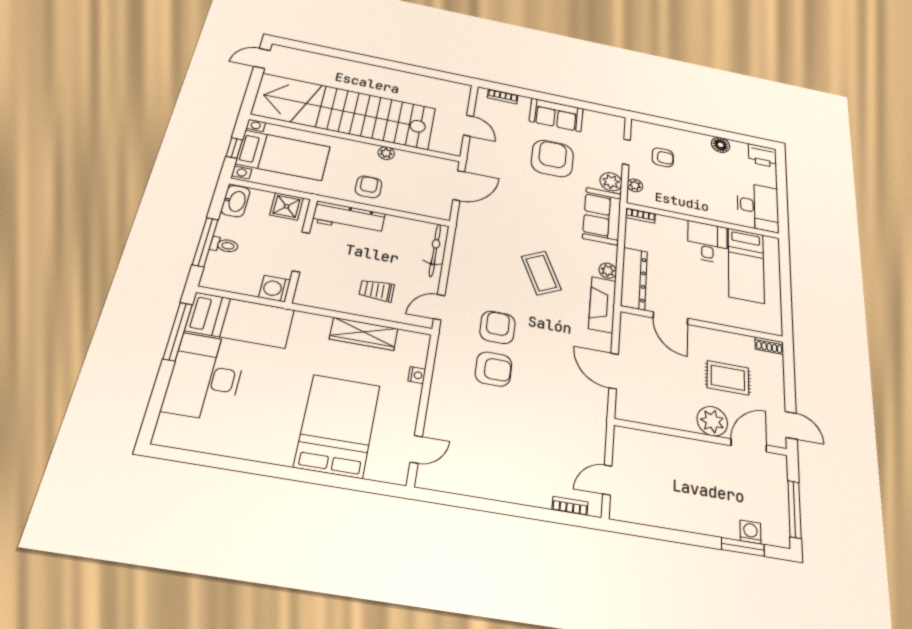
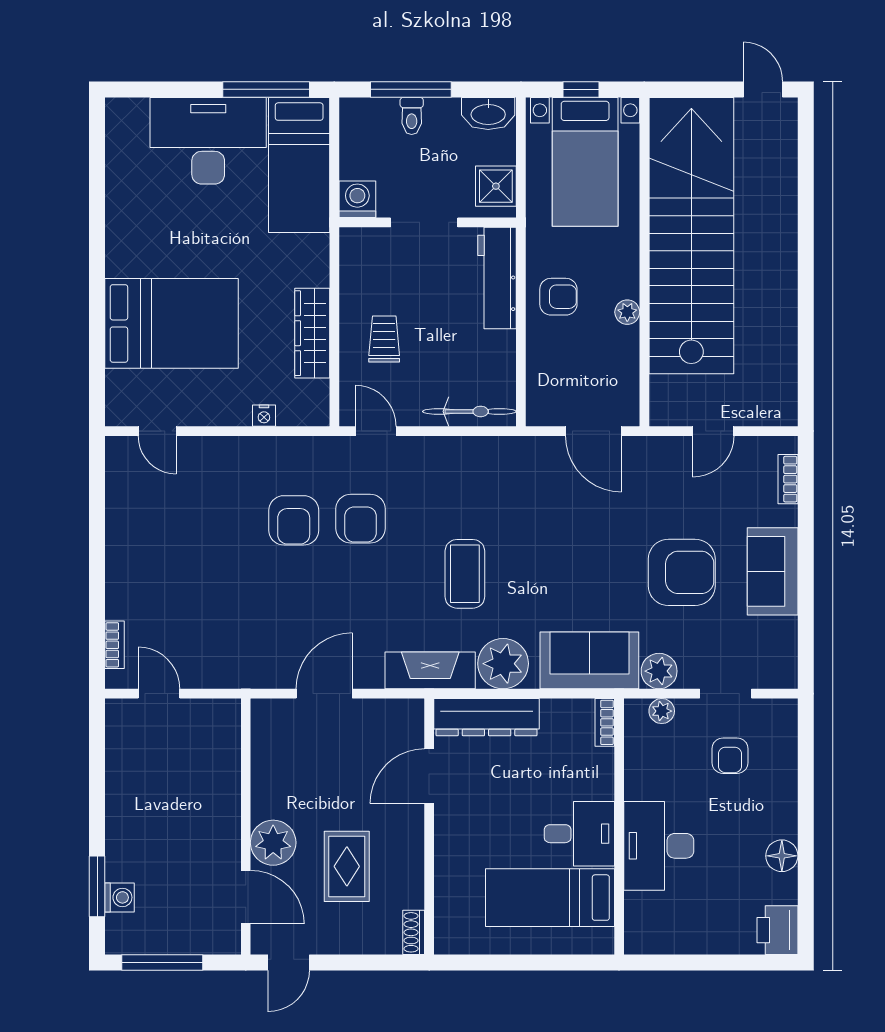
desk: (758, 207) -> (659, 846), moved, turned 90
plant: (608, 271) -> (503, 664), width x1.88, depth x1.88
coffee table: (541, 273) -> (465, 574), turned -64
armchair: (498, 327) -> (360, 519), turned 90

